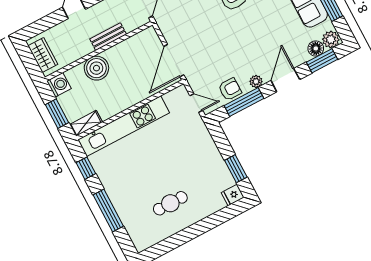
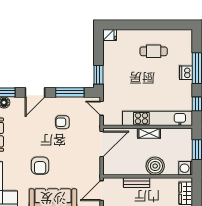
plant: (256, 81) -> (55, 102), removed
armchair: (230, 89) -> (62, 122), moved
shelving: (86, 123) -> (149, 133), moved
window: (236, 169) -> (98, 75), moved
dishwasher: (118, 198) -> (186, 73), added

